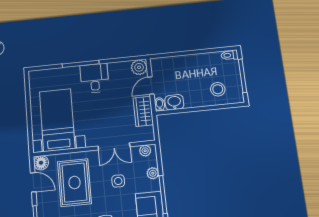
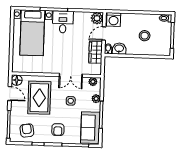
washing machine: (161, 66) -> (114, 20), added
stool: (218, 89) -> (145, 36), moved
bed with nightstands: (57, 120) -> (32, 33), moved, turned 180

